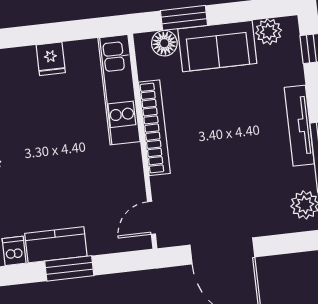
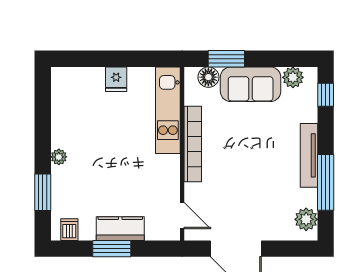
door: (151, 218) -> (182, 216), swing flipped
kitchen counter: (56, 245) -> (120, 229), moved

